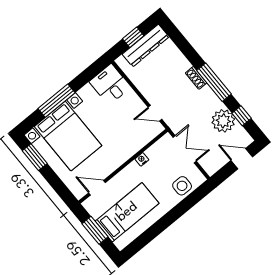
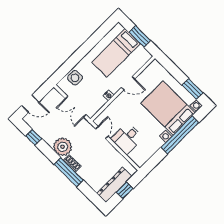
window: (214, 82) -> (69, 172), moved
desk: (110, 84) -> (127, 138), moved, turned 90
window: (56, 101) -> (180, 135), width x1.46
door: (155, 113) -> (102, 133), hinge flipped
plant: (223, 121) -> (63, 147), moved
door: (97, 188) -> (128, 83), moved

